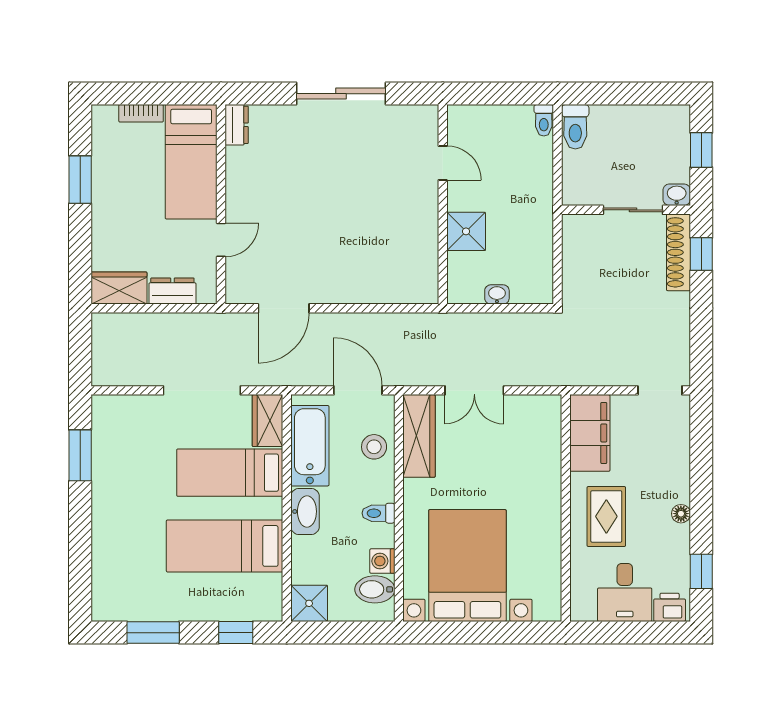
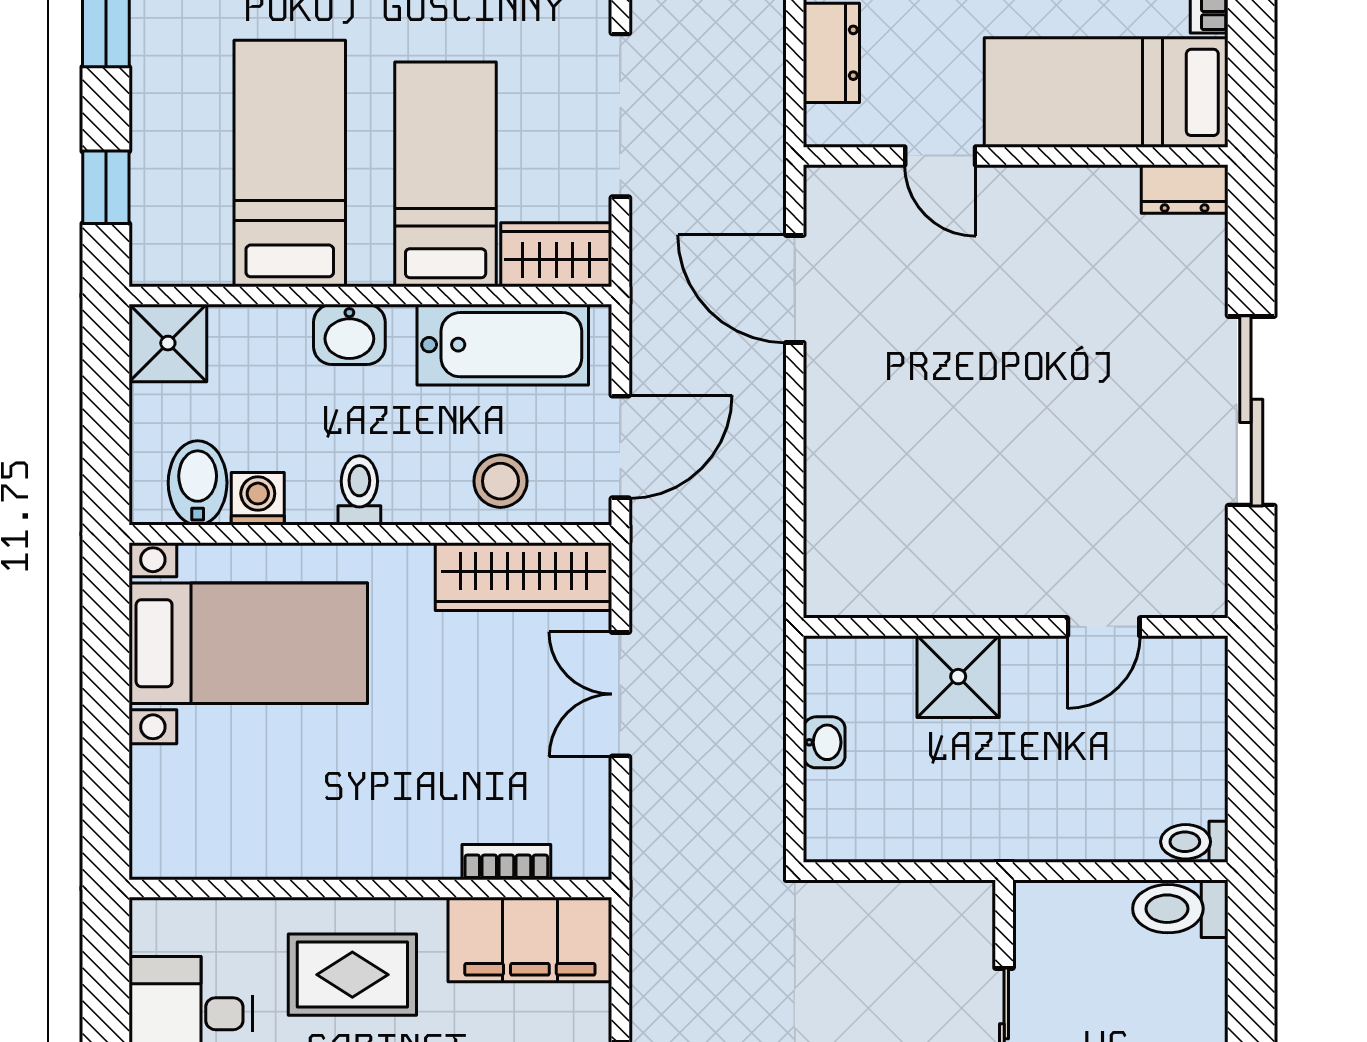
bookcase: (553, 444) -> (506, 862), added
washbasin: (305, 511) -> (349, 334), width x0.72
bed with nightstands: (467, 566) -> (248, 643), width x0.73

